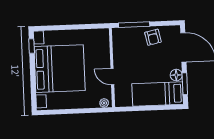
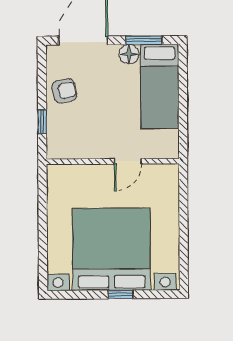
window: (134, 25) -> (42, 122), width x0.46
window: (32, 46) -> (121, 294), moved
plant: (104, 103) -> (172, 177), removed

